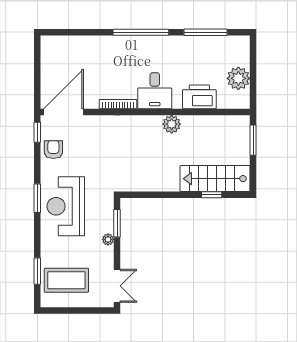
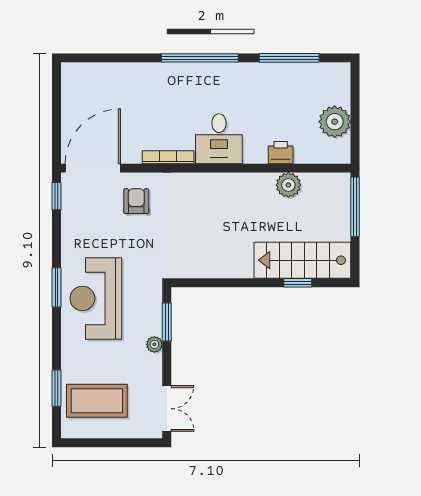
printer: (199, 97) -> (281, 153), width x0.53, depth x0.68
plant: (172, 124) -> (288, 185), moved
window: (253, 140) -> (355, 207), width x1.44
armchair: (53, 150) -> (136, 201), moved

